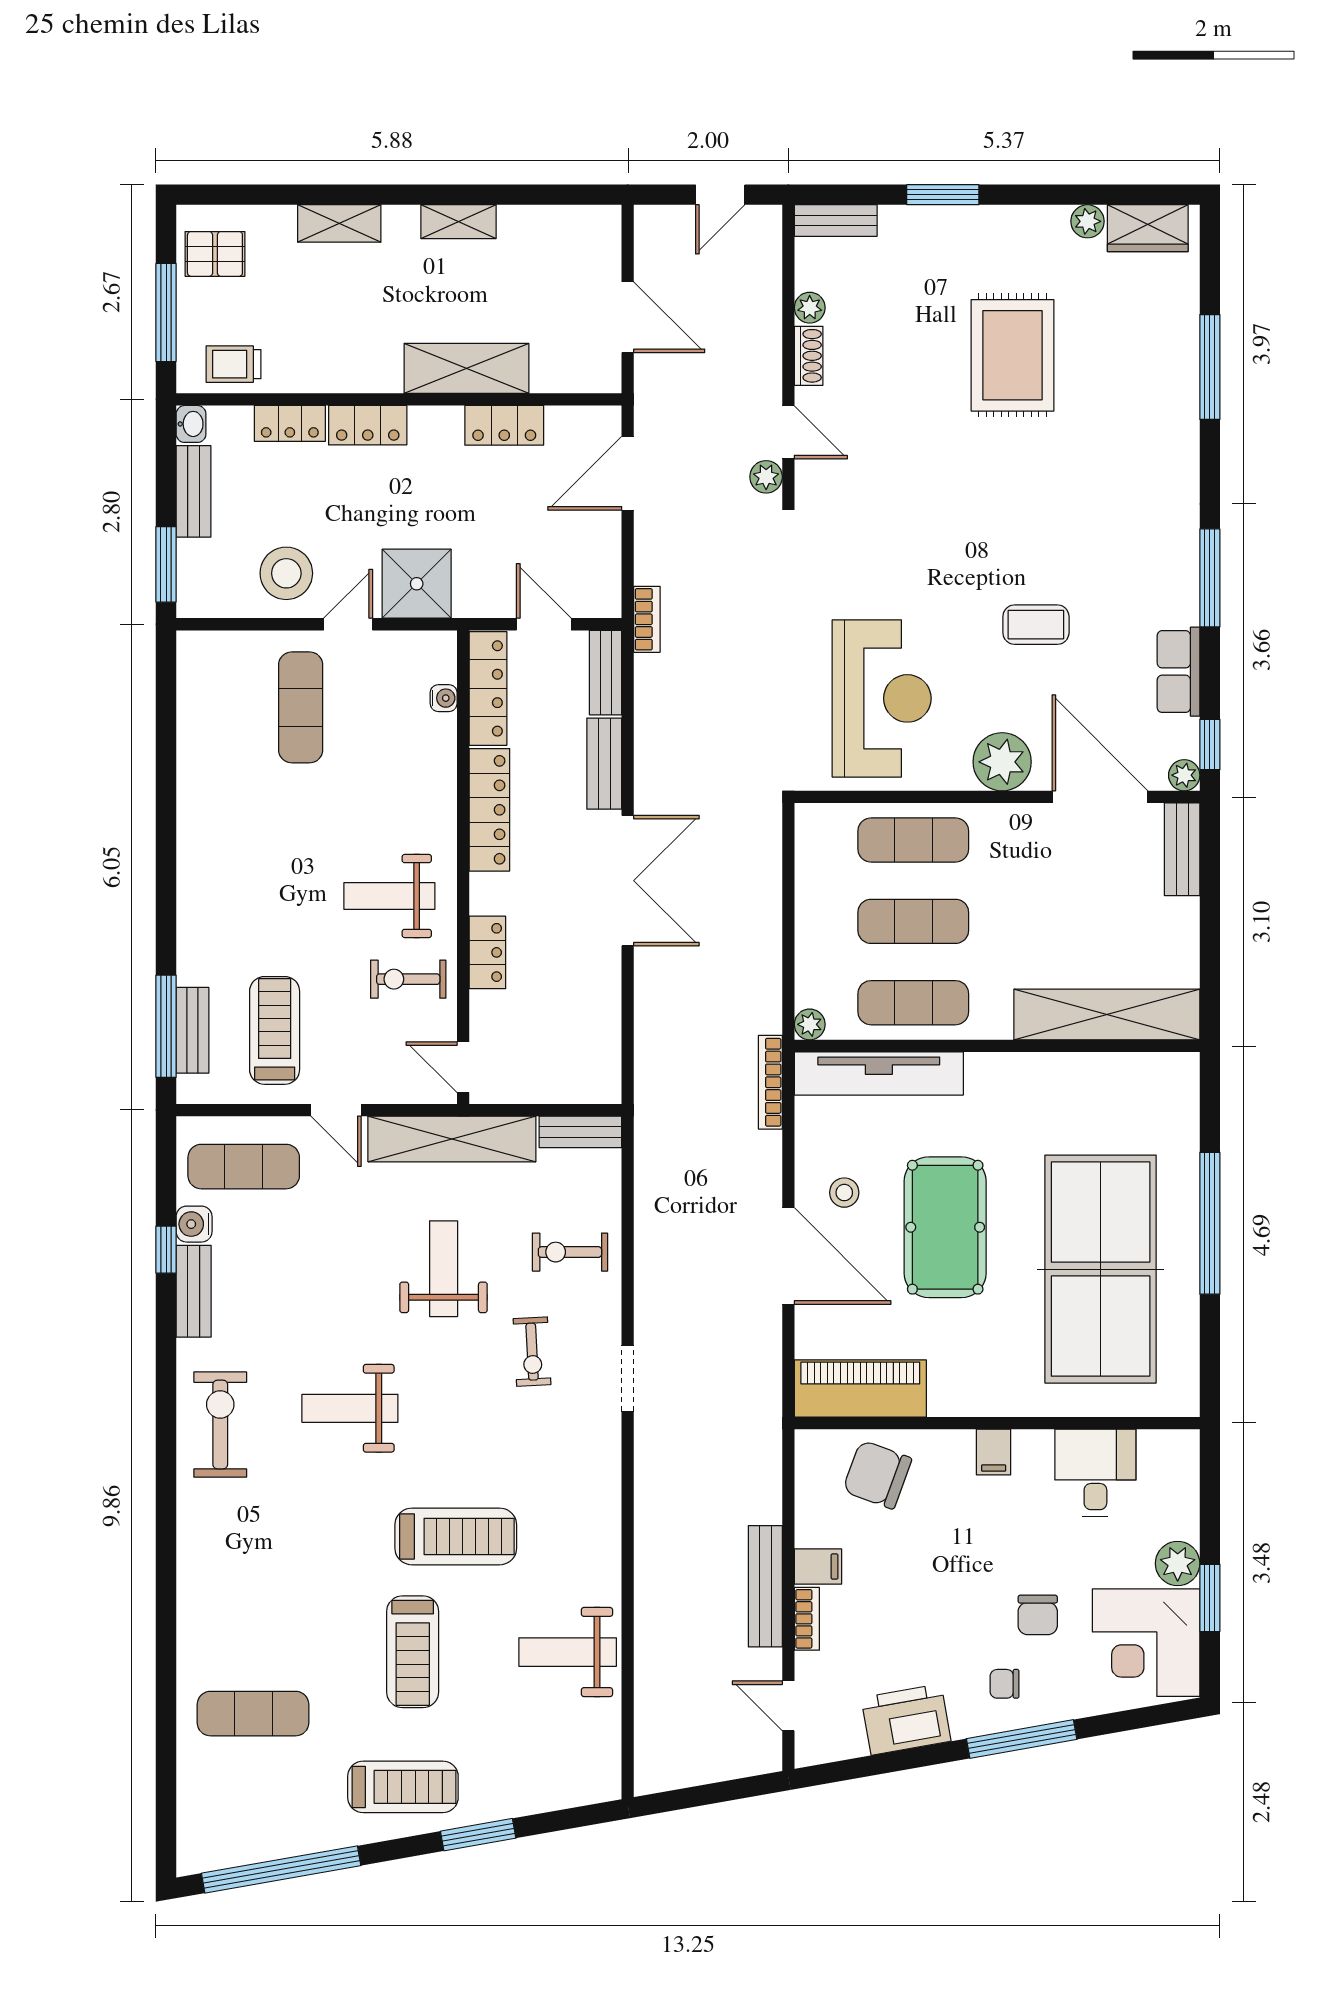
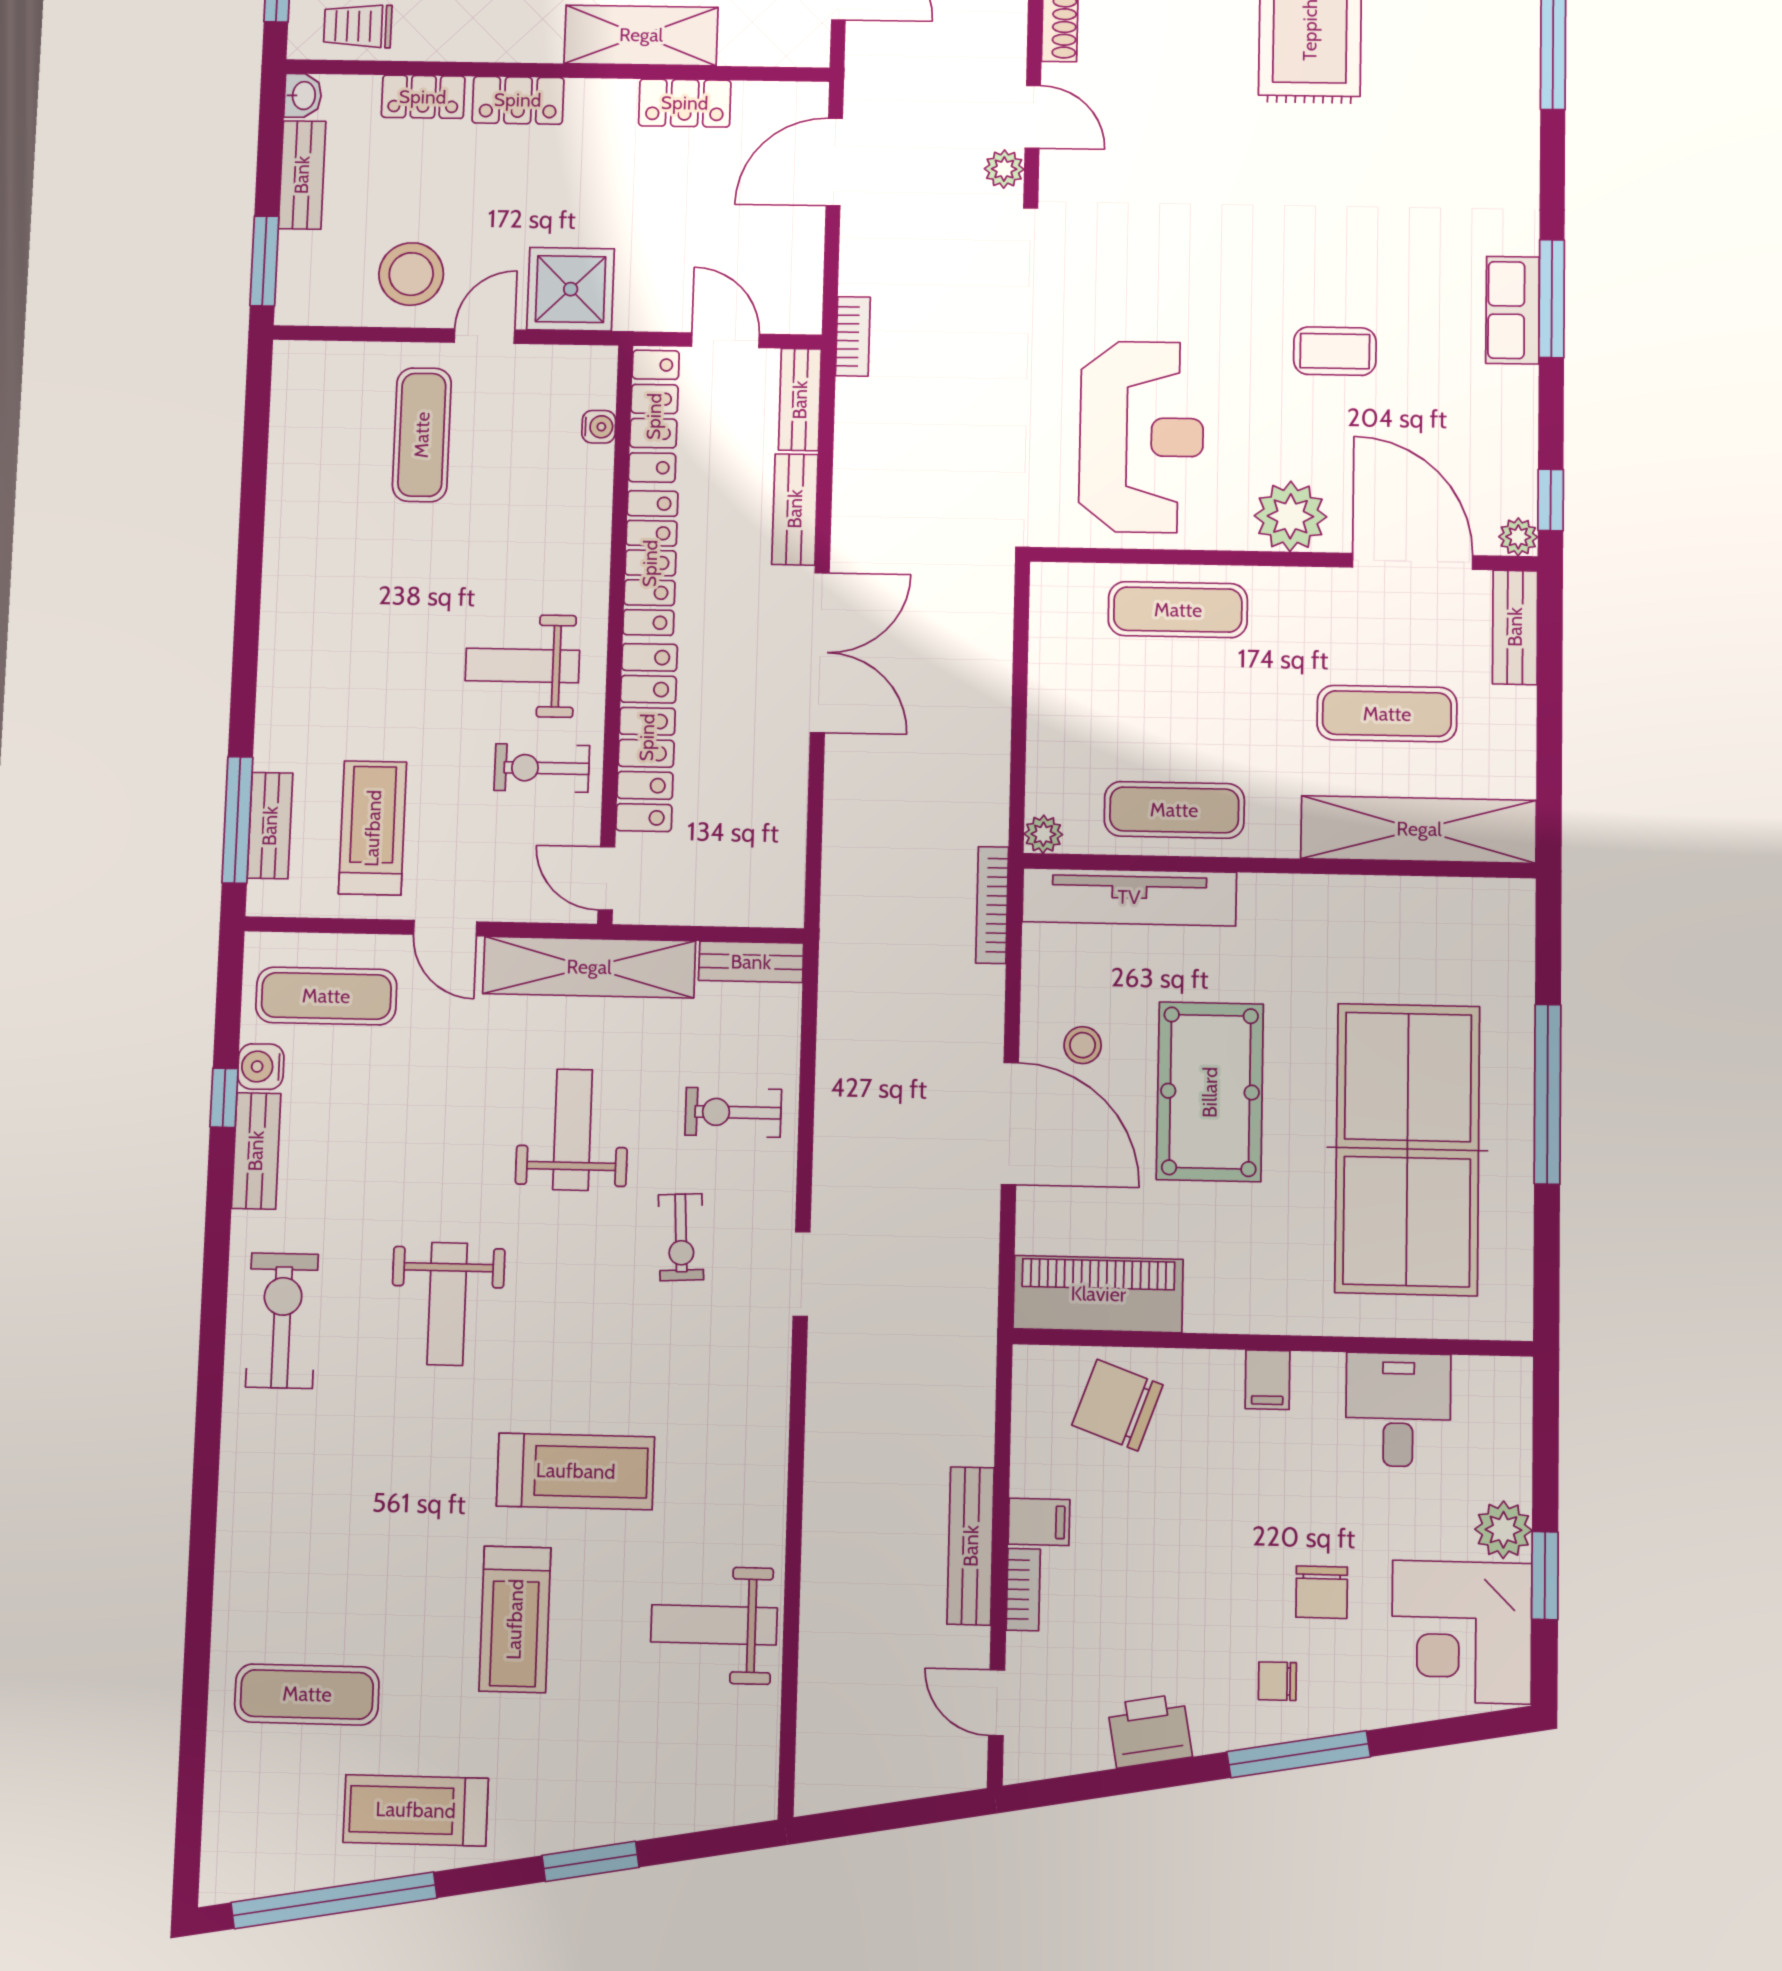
row of seats: (1179, 672) -> (1513, 310), moved
exercise mat: (913, 921) -> (1387, 714), moved
locker: (487, 952) -> (647, 737), width x2.16, depth x1.21
weight bench: (350, 1408) -> (447, 1304), turned -90
printer: (906, 1719) -> (1150, 1731), width x0.73, depth x0.84
treadmill: (403, 1787) -> (416, 1810), moved, turned 180

